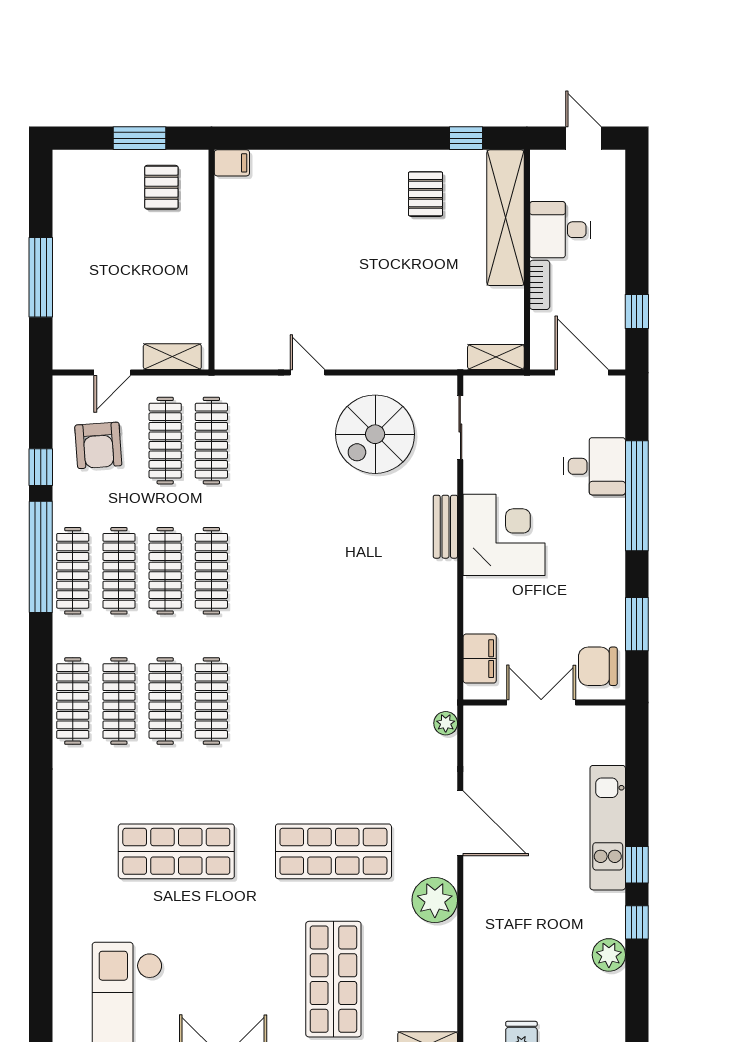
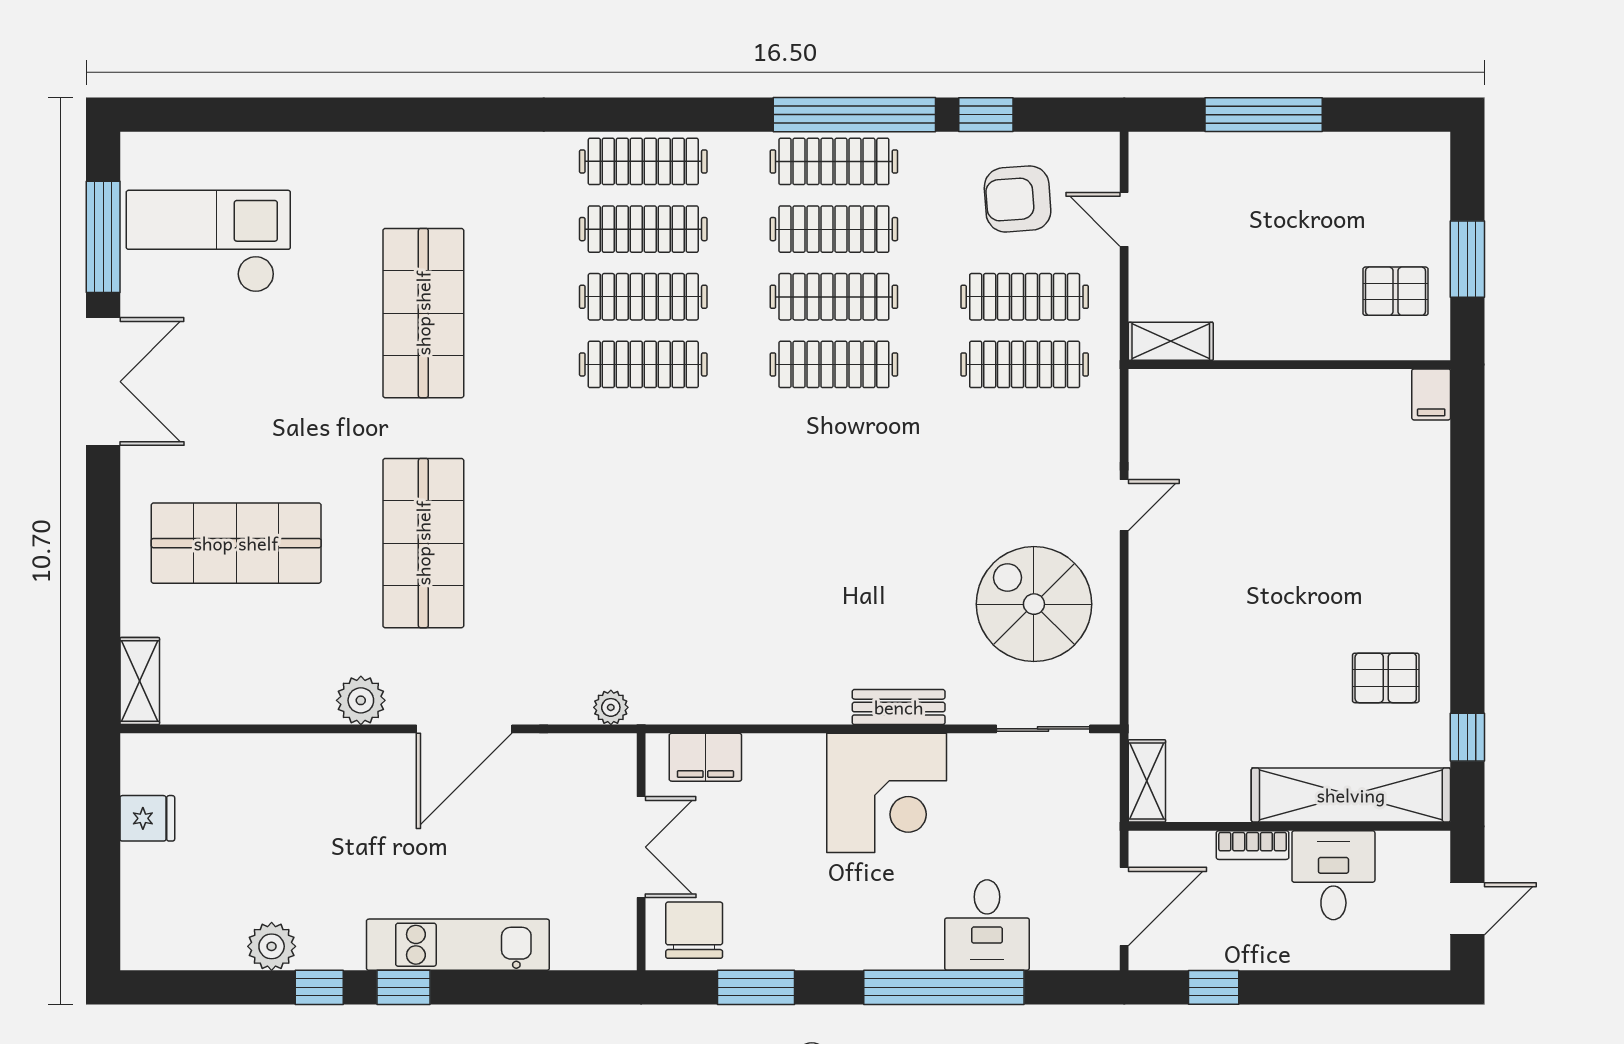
shelving: (172, 357) -> (1171, 341), moved, turned 90
plant: (435, 900) -> (361, 700), width x0.73, depth x0.73

